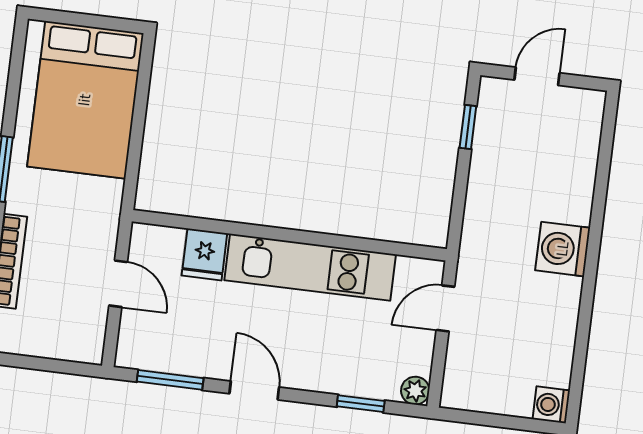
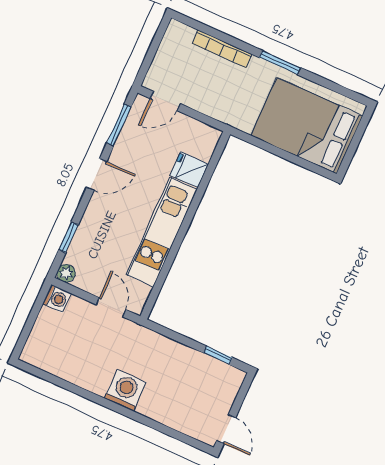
door: (537, 76) -> (226, 429), moved
door: (118, 284) -> (165, 101), moved
washing machine: (551, 405) -> (57, 299), moved, turned 90

